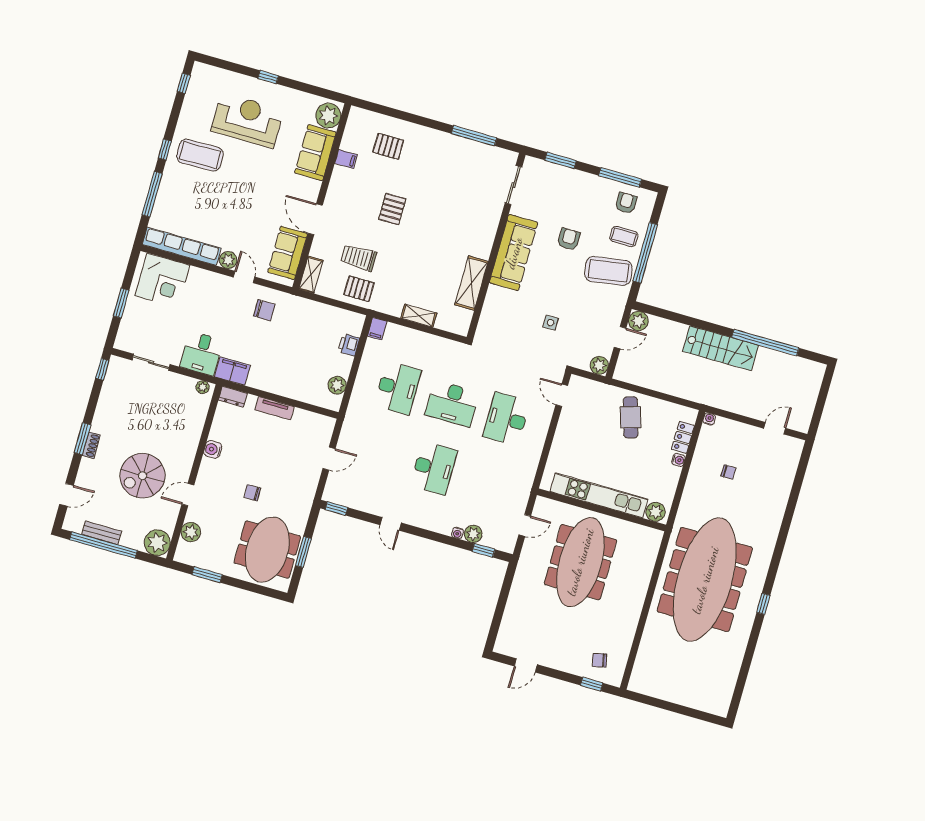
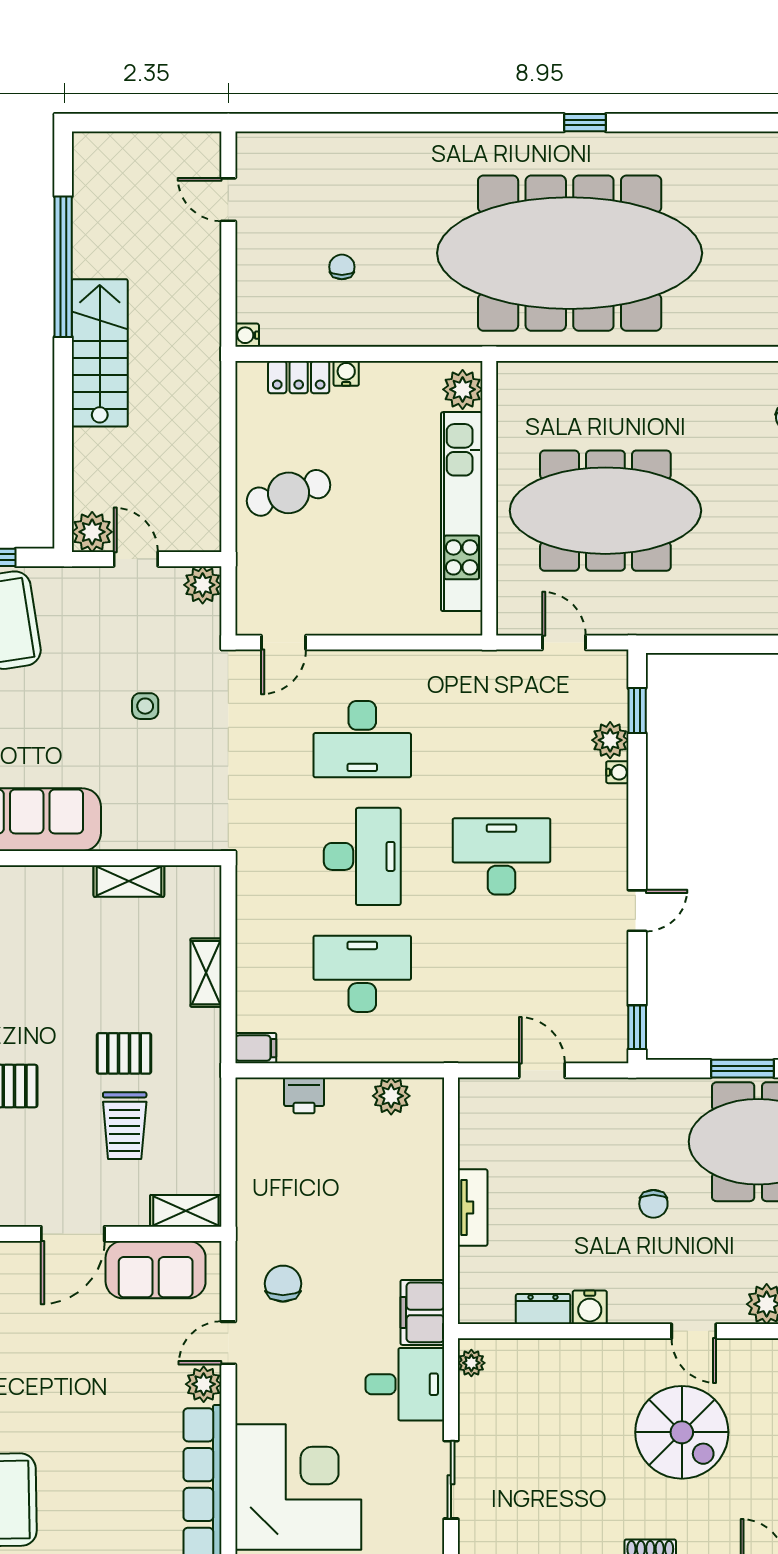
corner desk: (162, 280) -> (298, 1487), width x1.36, depth x1.36
shelving: (471, 283) -> (129, 881), width x0.67, depth x0.75
pallet: (359, 289) -> (124, 1053), moved, turned 90
dresser: (233, 397) -> (543, 1309), moved, turned -90

